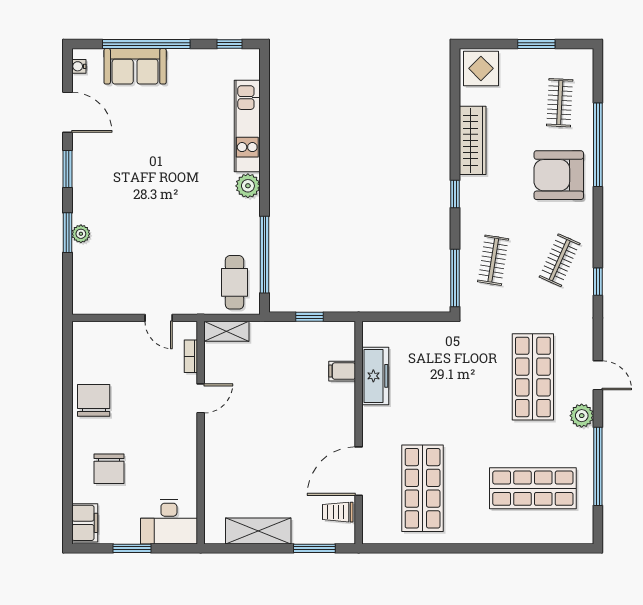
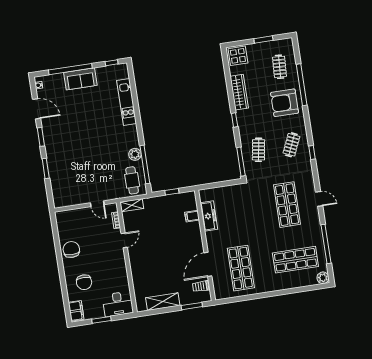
sofa: (135, 66) -> (80, 79), moved
plant: (248, 186) -> (135, 154), moved
plant: (81, 234) -> (52, 168), removed
plant: (582, 416) -> (323, 278), moved

